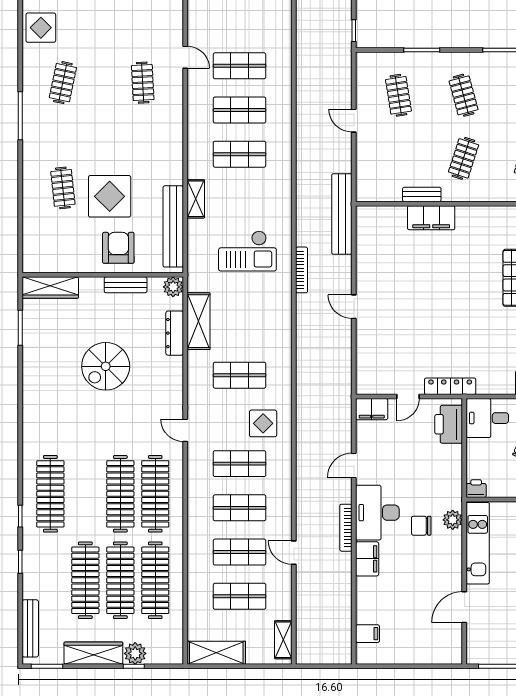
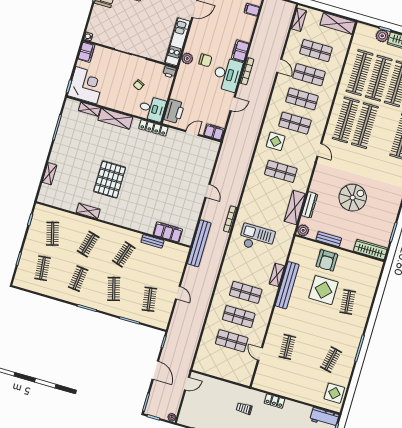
filing cabinet: (431, 218) -> (168, 232), moved
bench: (173, 226) -> (287, 285), moved
locker: (450, 386) -> (153, 128), moved

